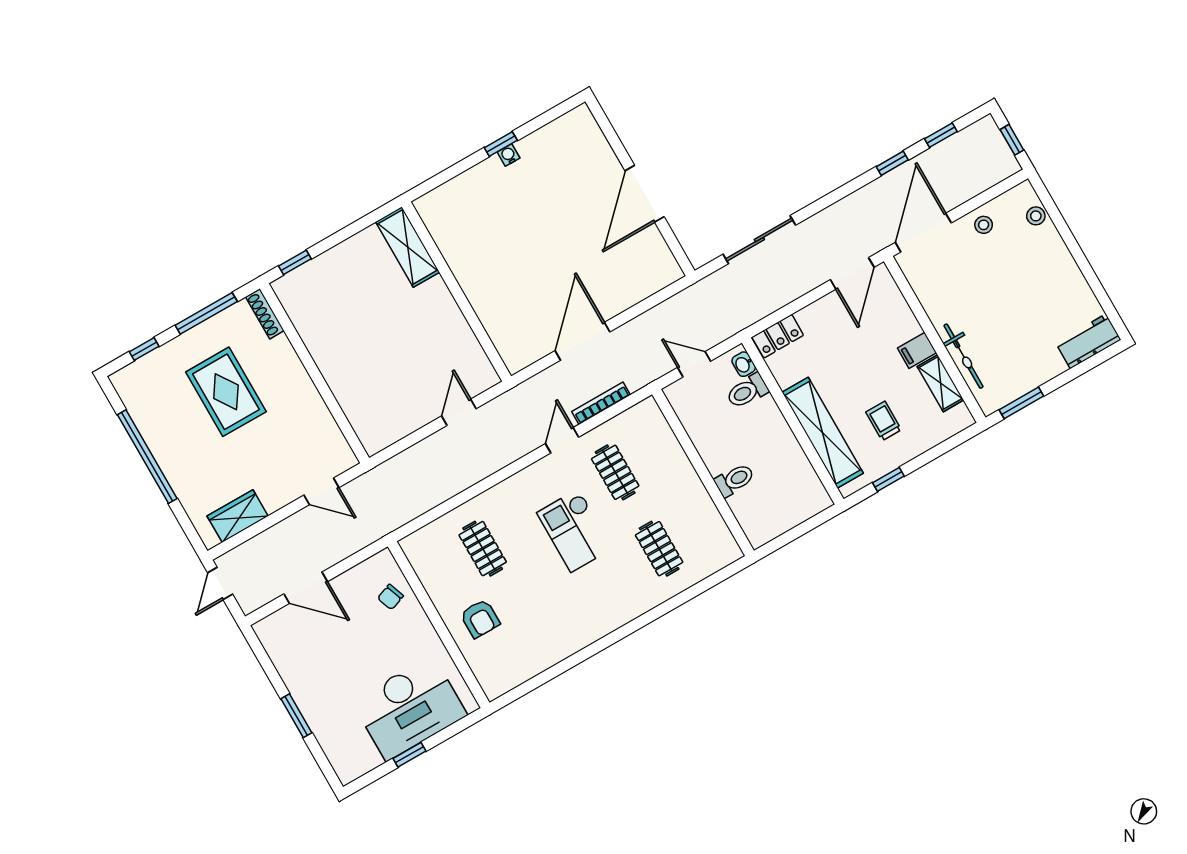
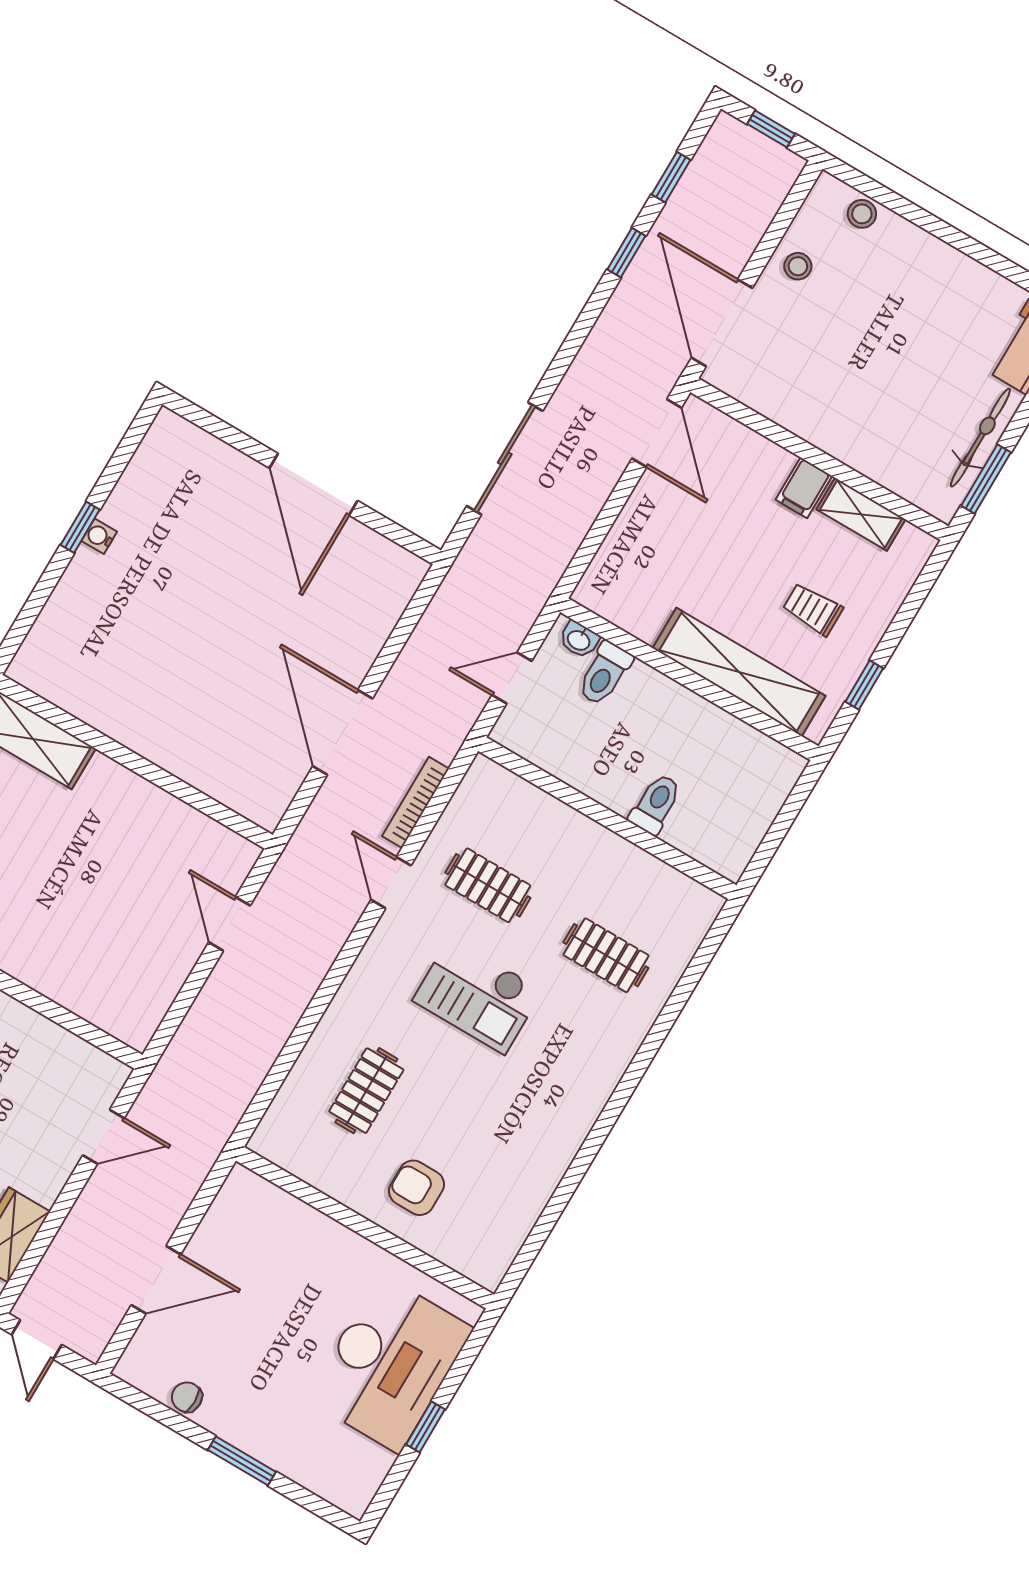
locker: (778, 336) -> (604, 576), removed
bicycle: (963, 356) -> (980, 438), moved, turned -90
clothes rail: (483, 549) -> (366, 1091), turned 90
chair: (390, 597) -> (187, 1397), moved, turned 110
armchair: (480, 619) -> (417, 1188), turned 180

